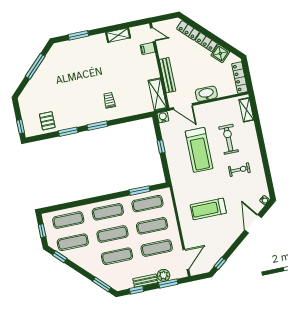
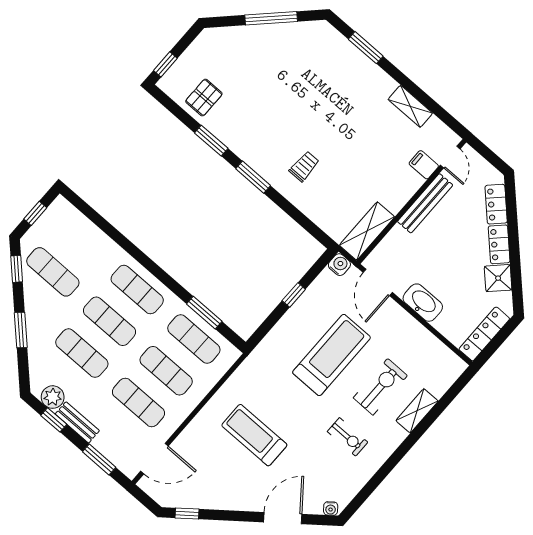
bench: (168, 75) -> (425, 203), moved
shelving: (246, 110) -> (417, 411), moved
treadmill: (199, 150) -> (332, 355), turned 180
exercise mat: (68, 220) -> (81, 240), removed
plant: (164, 275) -> (53, 397), moved
window: (102, 284) -> (21, 330), moved

